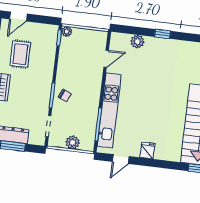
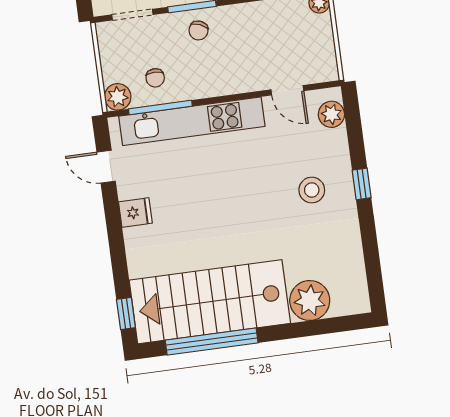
plant: (137, 42) -> (331, 114), moved
stool: (159, 60) -> (312, 190), added
chair: (83, 123) -> (155, 78), added
plant: (73, 142) -> (118, 97), moved

